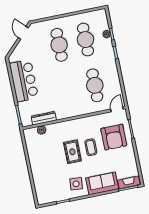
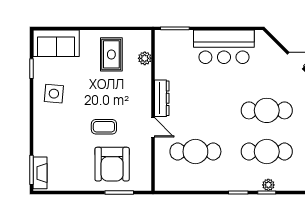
door: (117, 109) -> (153, 127), moved
dresser: (44, 118) -> (162, 98), moved
armchair: (114, 137) -> (112, 164), turned -90
rug: (72, 152) -> (111, 54), moved, turned 90
sofa: (102, 184) -> (56, 43), moved, turned 90

